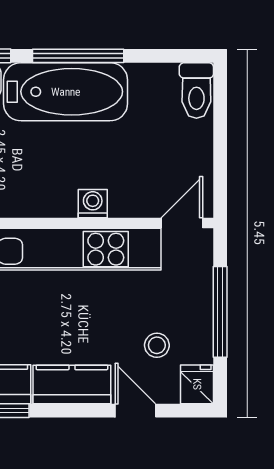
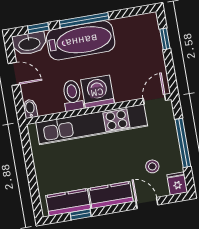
toilet: (196, 91) -> (73, 95), moved, turned 180
window: (220, 116) -> (165, 39), added
washing machine: (93, 204) -> (97, 92), width x1.89, depth x1.89

